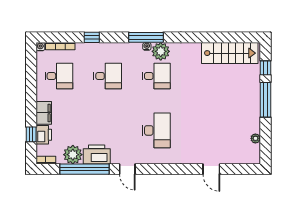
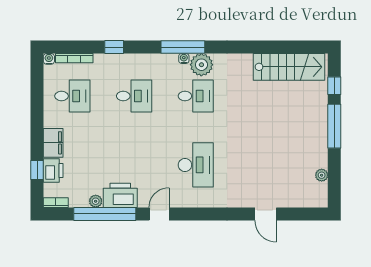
plant: (73, 155) -> (96, 201), width x0.53, depth x0.53
door: (127, 169) -> (159, 214), swing flipped

